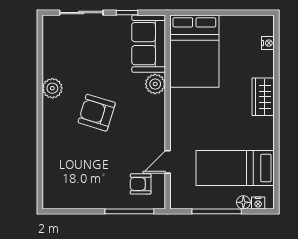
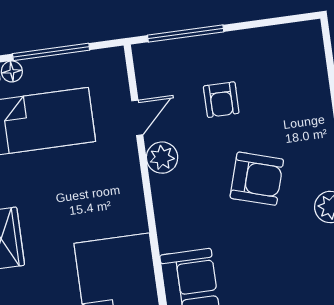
plant: (155, 84) -> (162, 158), moved
armchair: (141, 184) -> (221, 100), moved, turned 90

